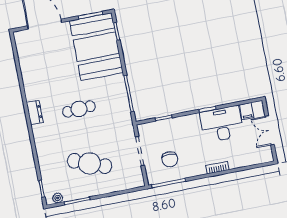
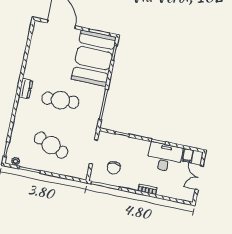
cafe table: (79, 109) -> (60, 100), width x1.37, depth x1.35

